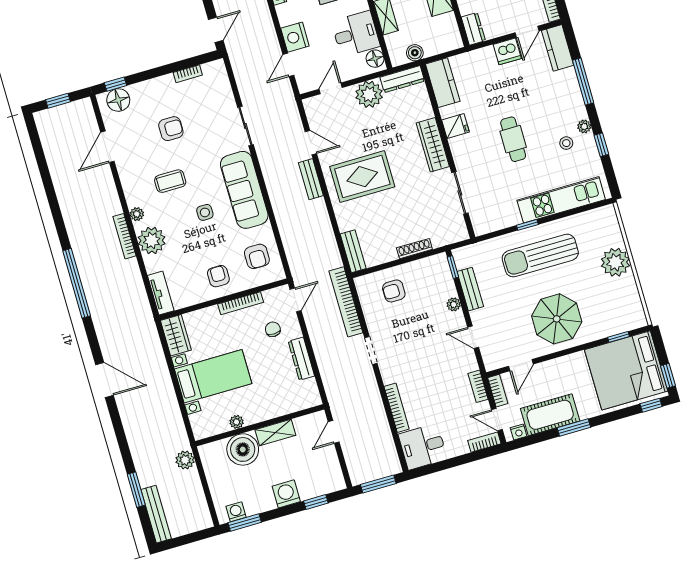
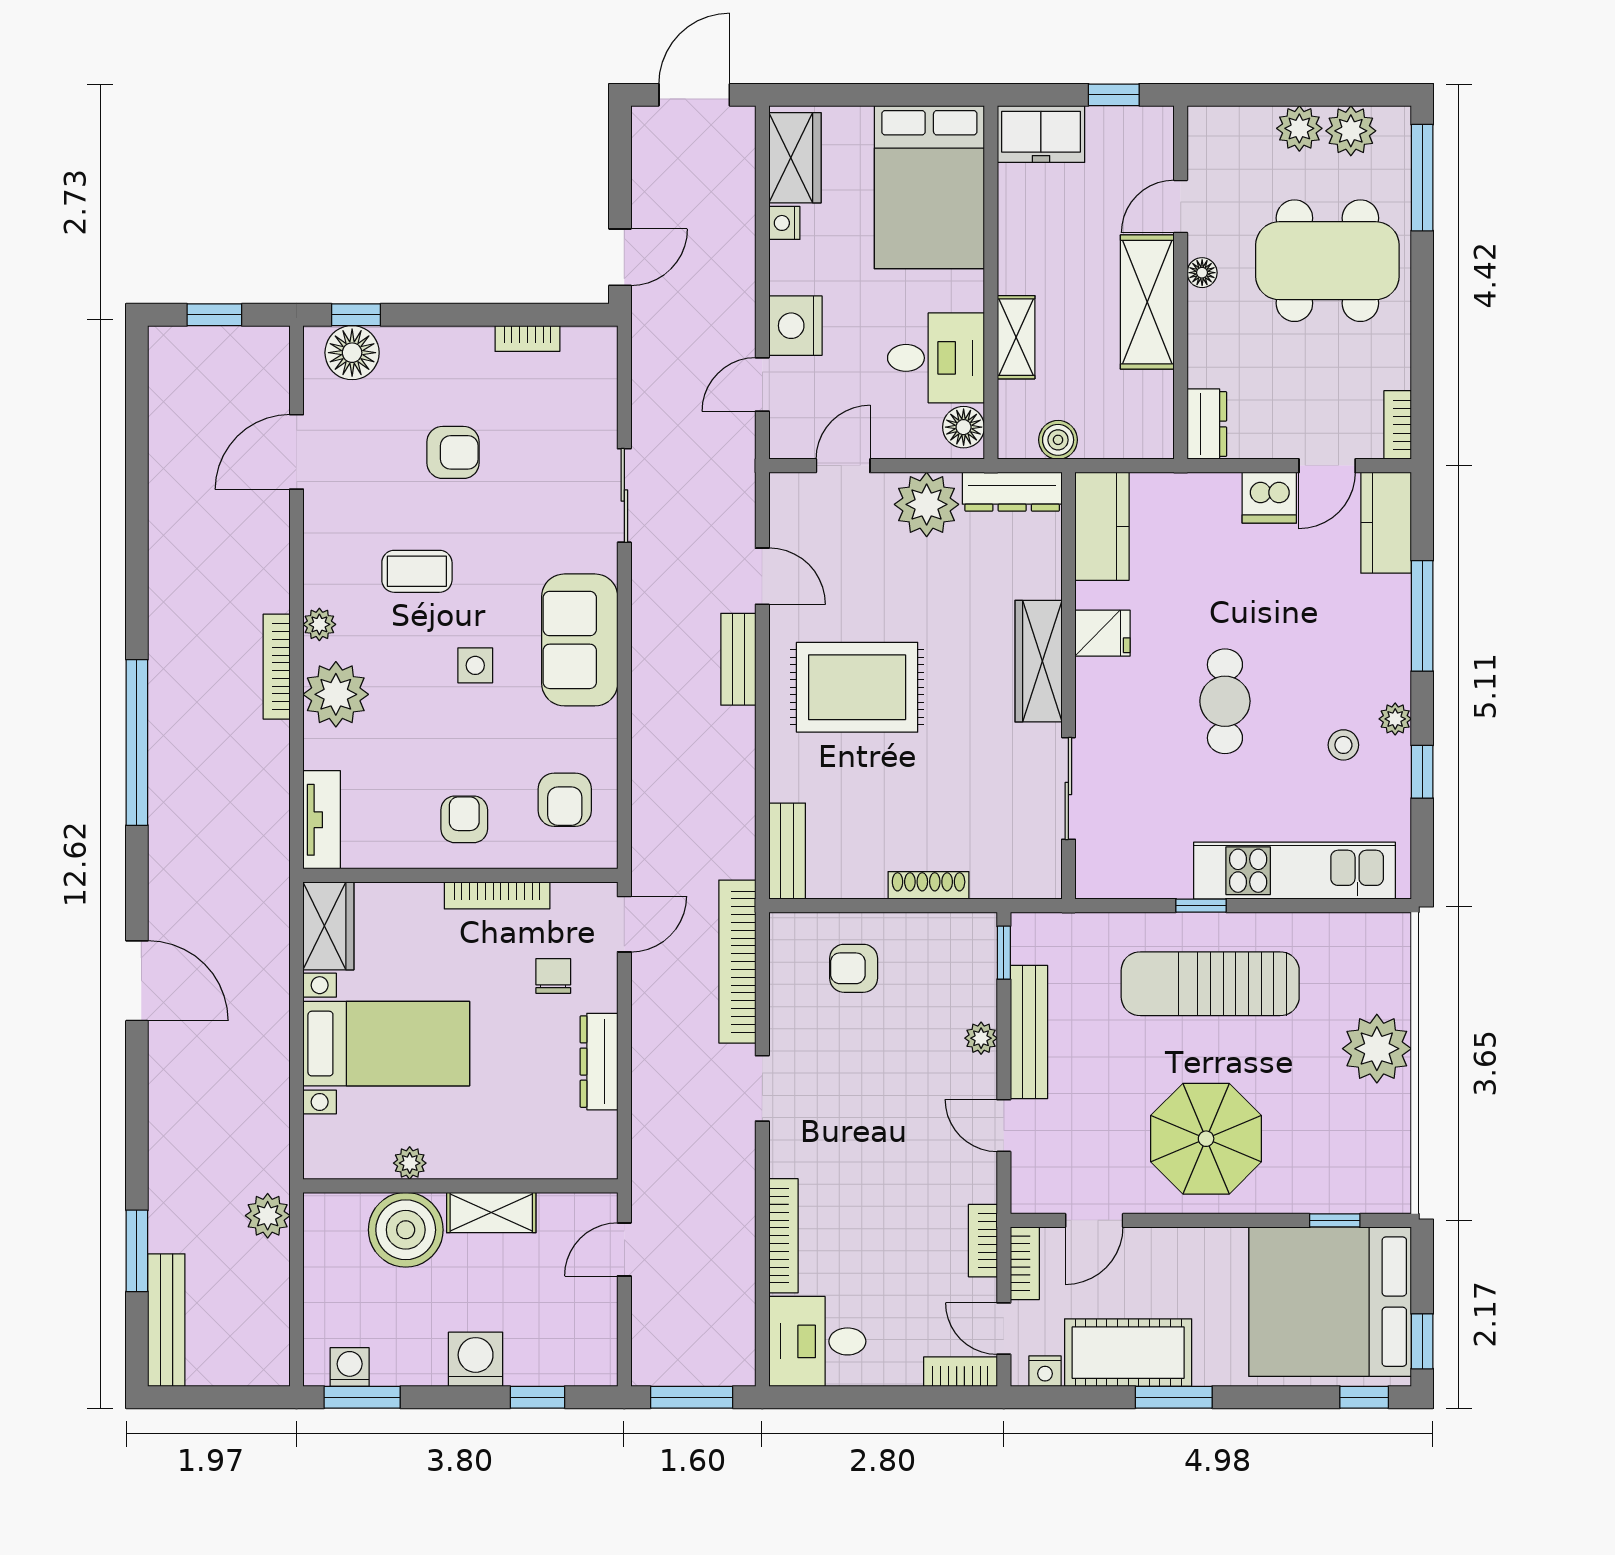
sofa: (244, 190) -> (580, 640), width x0.73
bench: (470, 289) -> (1029, 1032), width x1.36

